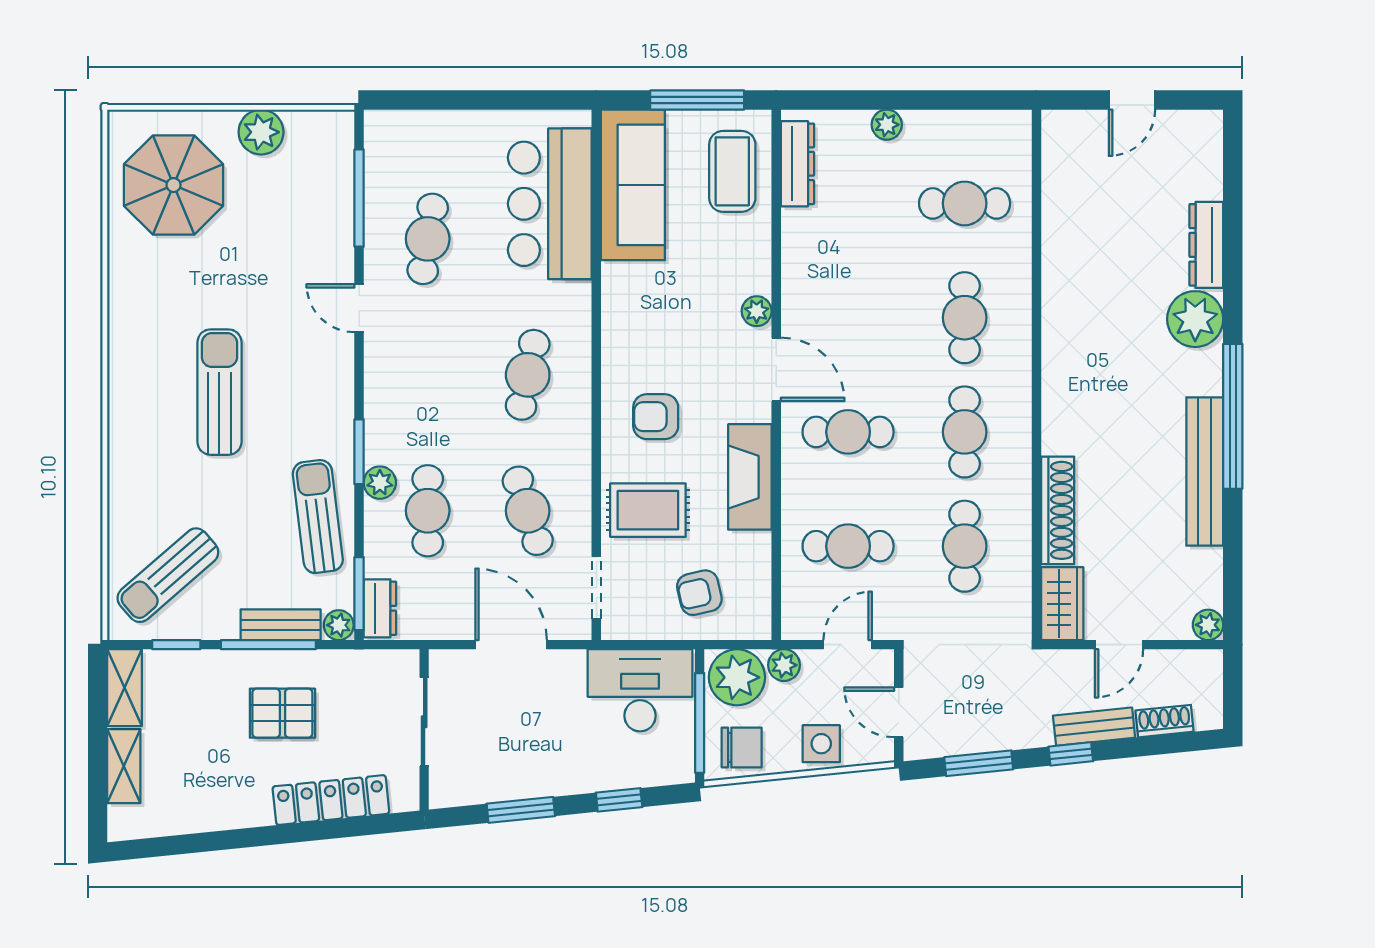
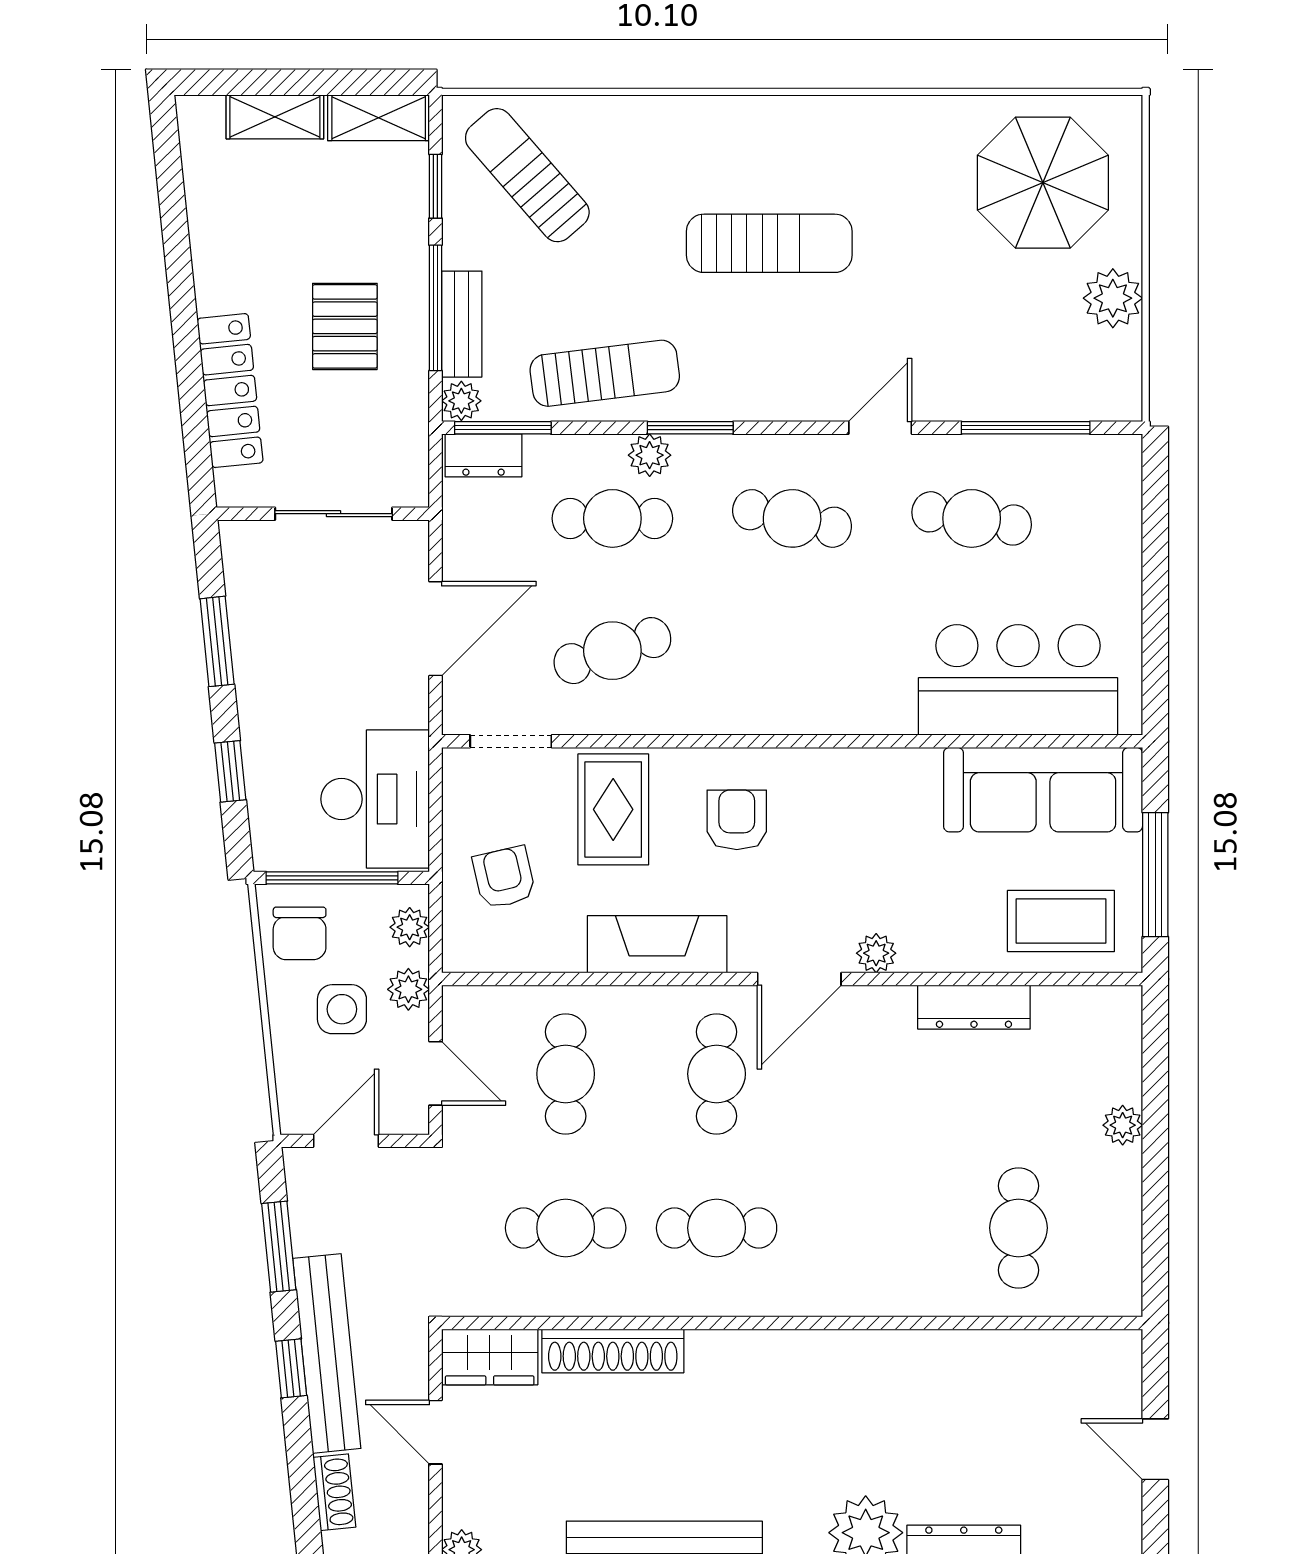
dresser: (797, 164) -> (974, 1007), moved
cafe table: (965, 318) -> (868, 1228), removed
cafe table: (528, 375) -> (792, 518), moved
plant: (737, 677) -> (410, 927), width x0.53, depth x0.53
bench: (1094, 727) -> (327, 1353), width x1.86, depth x1.21
side table: (821, 744) -> (342, 1009), moved

